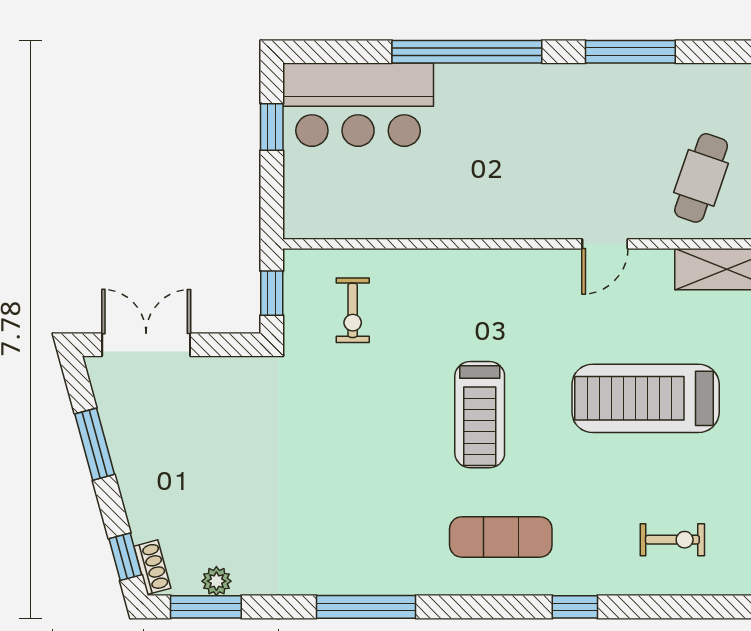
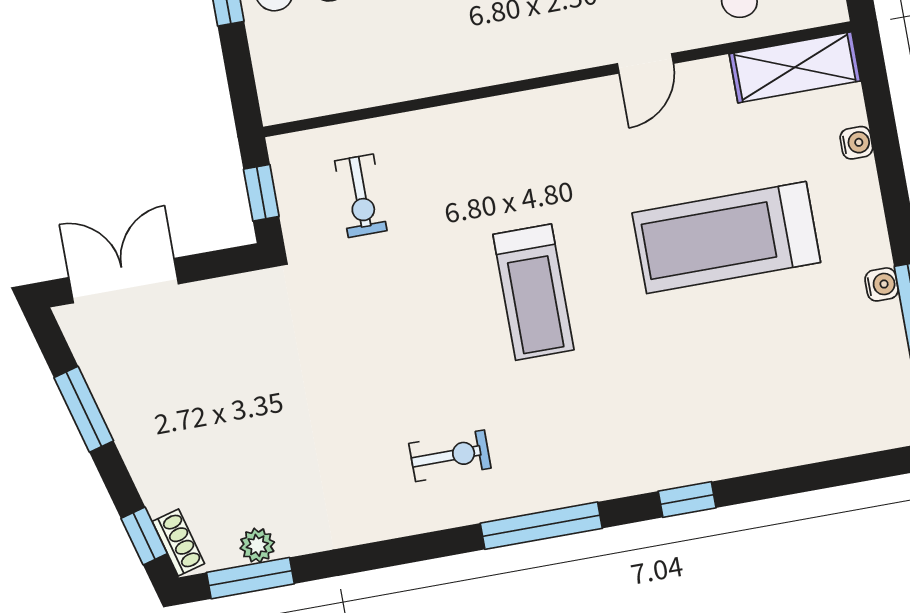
exercise mat: (501, 537) -> (584, 433), removed
exercise bike: (672, 540) -> (450, 456), moved
window: (366, 607) -> (541, 526), moved

